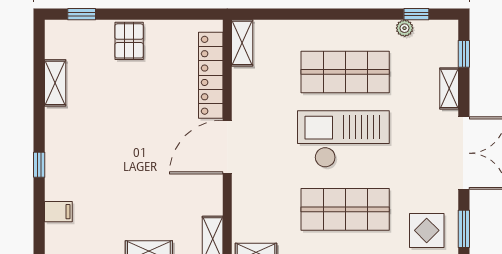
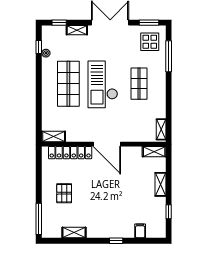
window: (82, 14) -> (39, 219), width x2.17
pallet: (129, 41) -> (64, 193), moved, turned 90
shop shelf: (345, 209) -> (139, 84), width x0.70, depth x0.74

